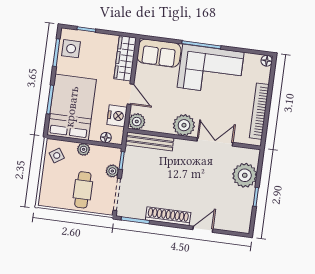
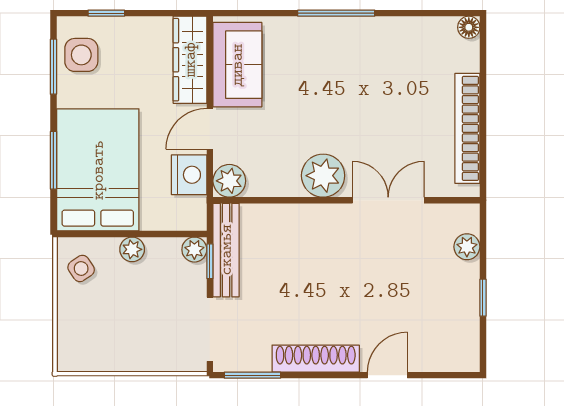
sofa: (159, 53) -> (237, 65), moved, turned -90
corner sofa: (211, 70) -> (361, 60), removed
door: (130, 94) -> (210, 129), swing flipped
floor lamp: (106, 138) -> (173, 220), removed
bench: (150, 141) -> (226, 250), moved, turned 90
plant: (112, 171) -> (194, 250), moved
plant: (245, 175) -> (467, 247), width x0.53, depth x0.53
cafe table: (83, 190) -> (141, 329), removed

